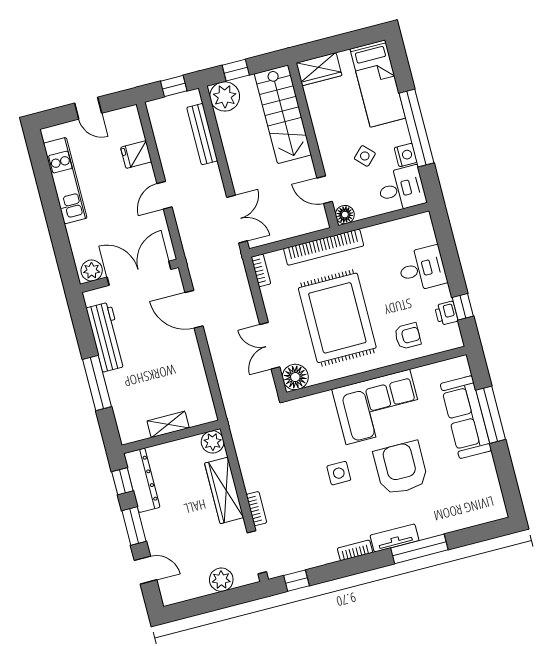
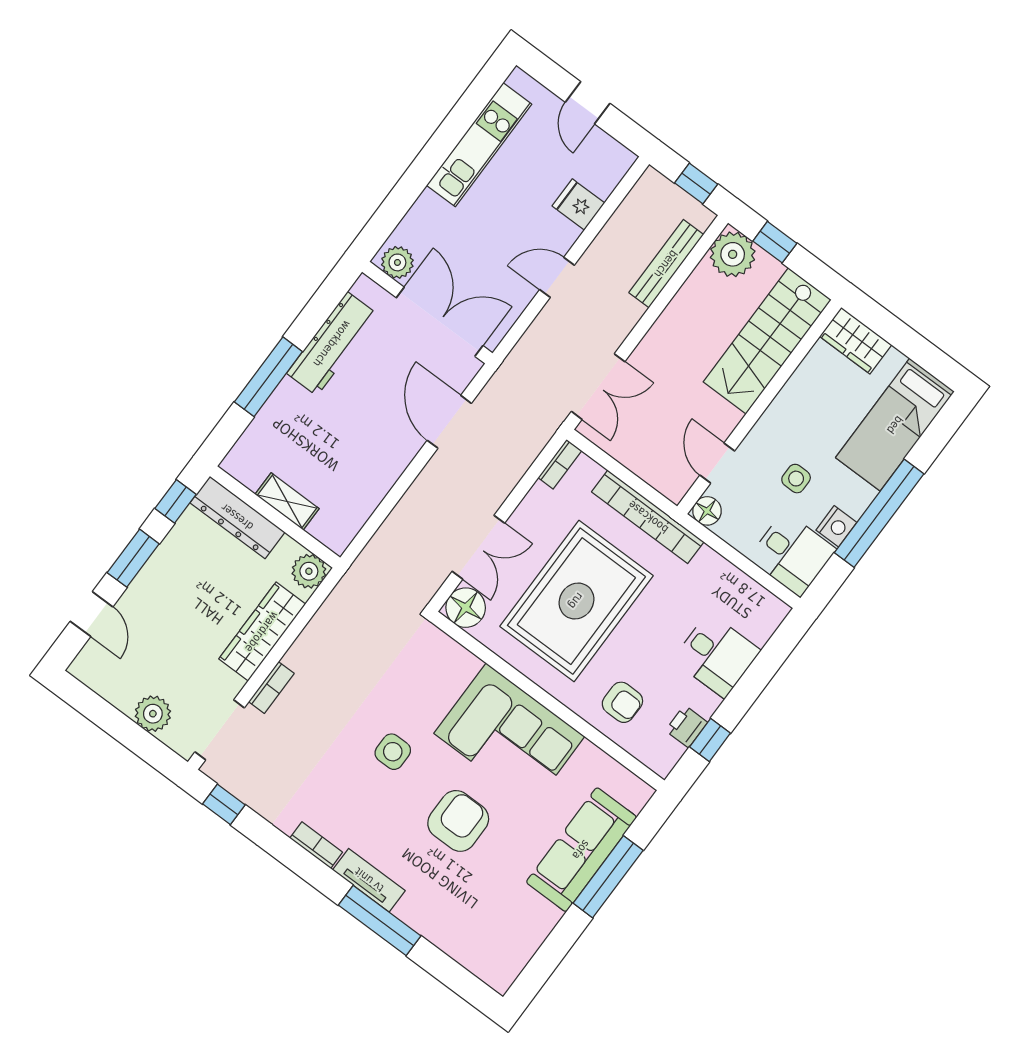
side table: (365, 156) -> (796, 479), turned 45
double door: (270, 346) -> (478, 547), swing flipped
armchair: (401, 468) -> (458, 821), width x0.73, depth x0.73
dresser: (142, 480) -> (237, 517), moved, turned 90

